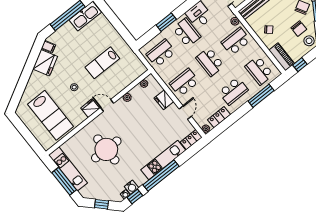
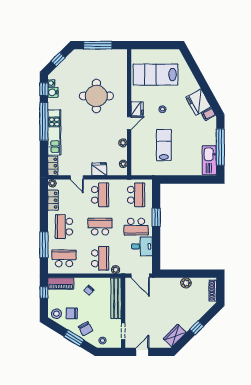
kitchen unit: (68, 169) -> (105, 56), removed

